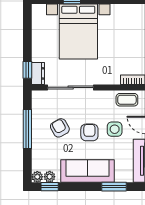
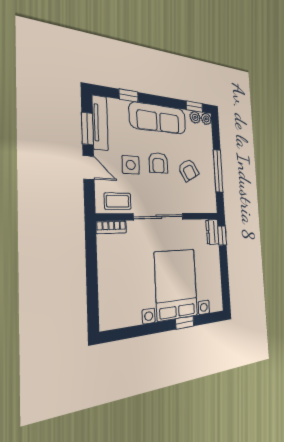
sliding door: (71, 87) -> (159, 217), moved
window: (114, 187) -> (129, 96), width x0.67

